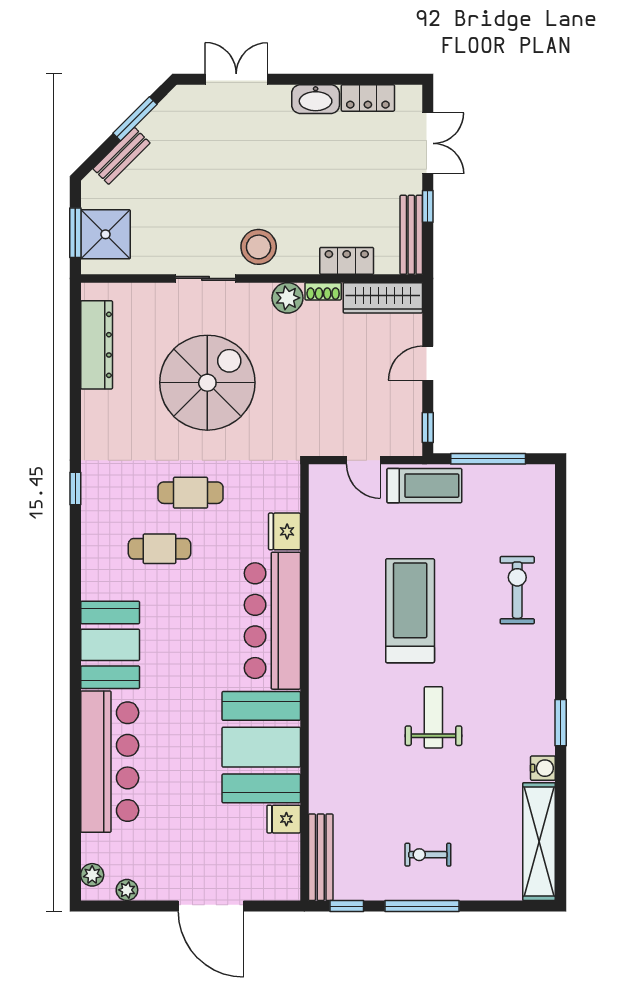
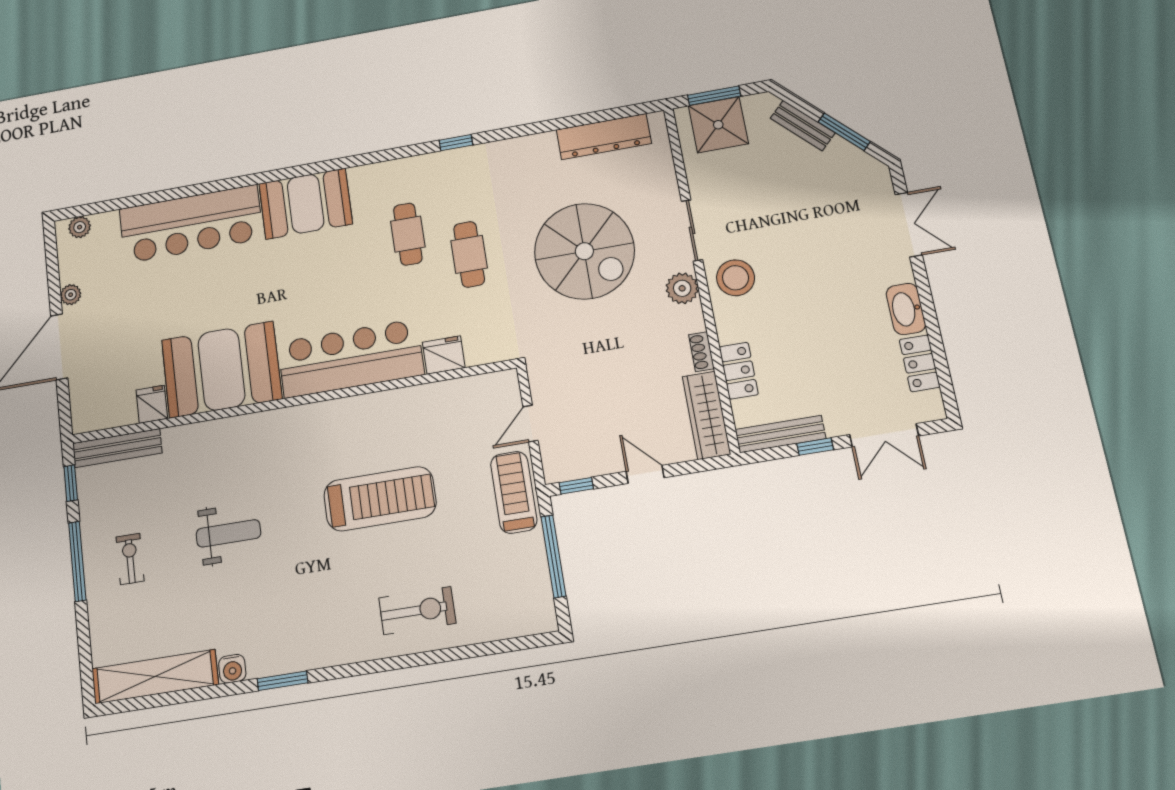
plant: (288, 298) -> (682, 288), moved
treadmill: (424, 486) -> (514, 492), turned 180
weight bench: (433, 717) -> (228, 533), moved
plant: (127, 890) -> (71, 295), moved

